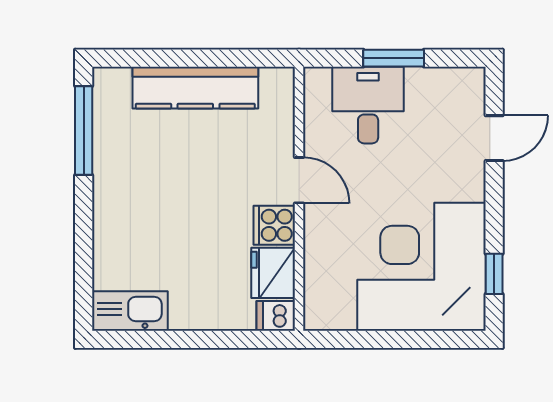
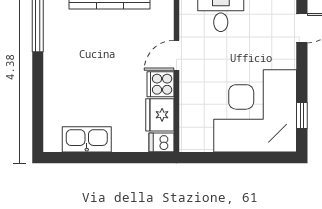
door: (299, 180) -> (176, 55), swing flipped
kitchen sink: (130, 311) -> (87, 139), moved

